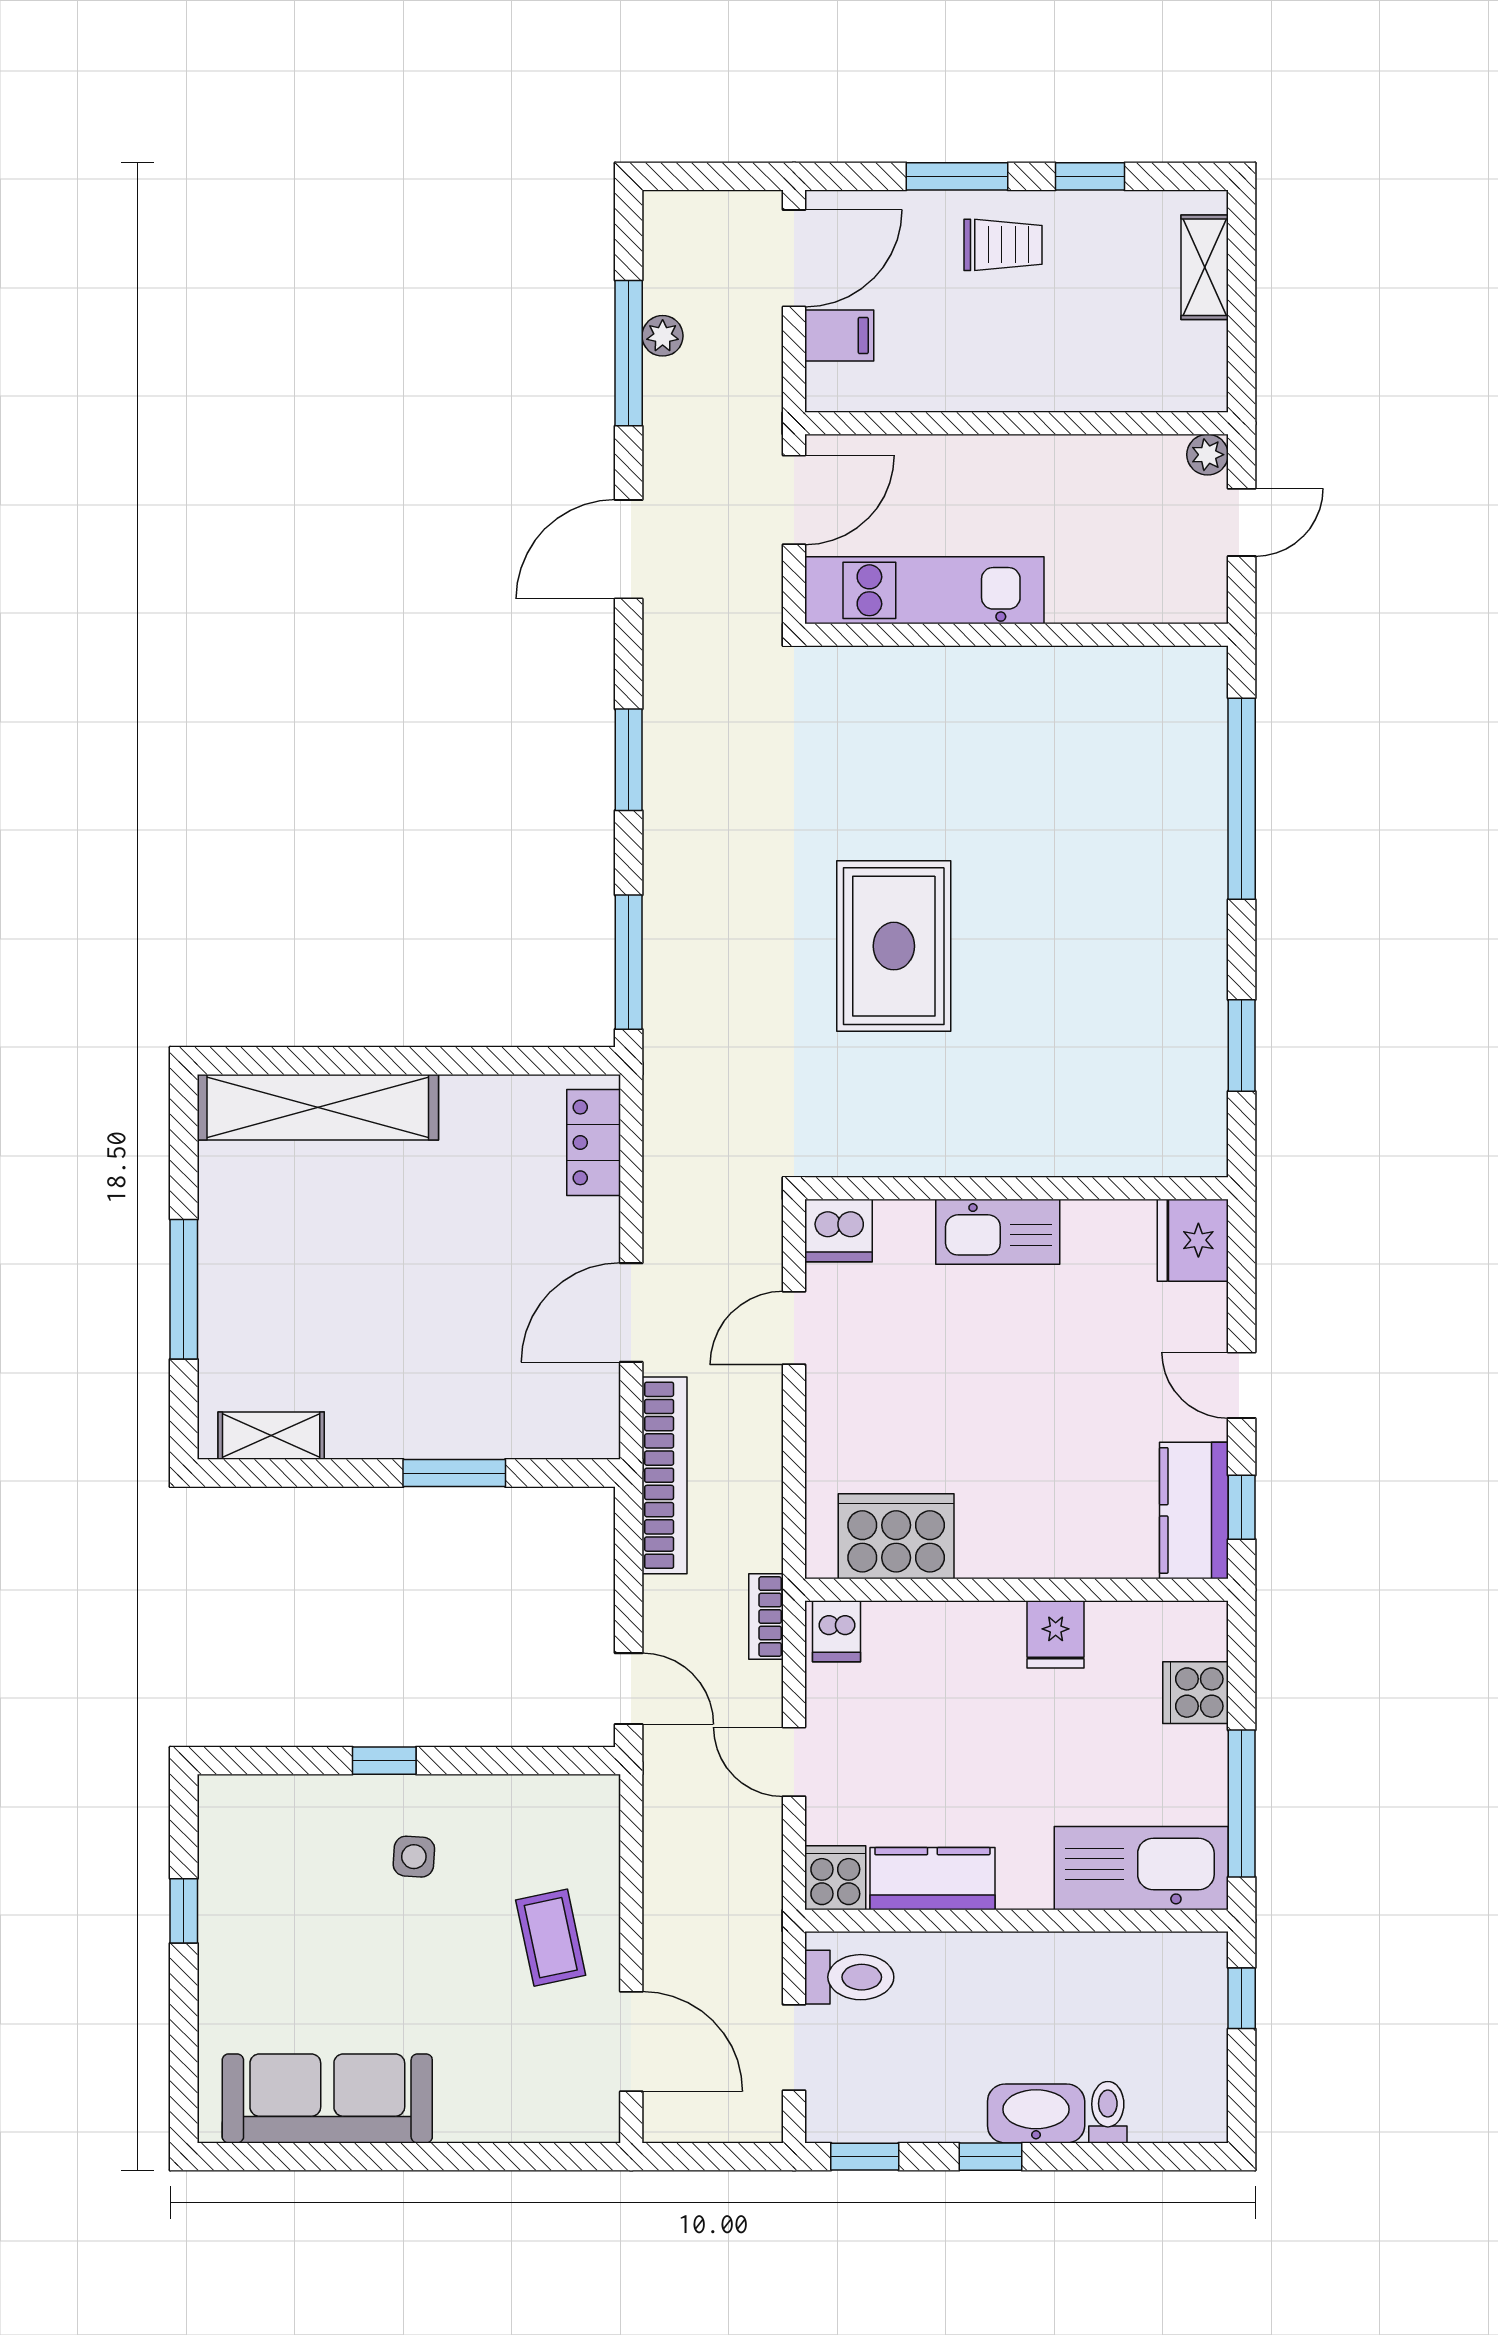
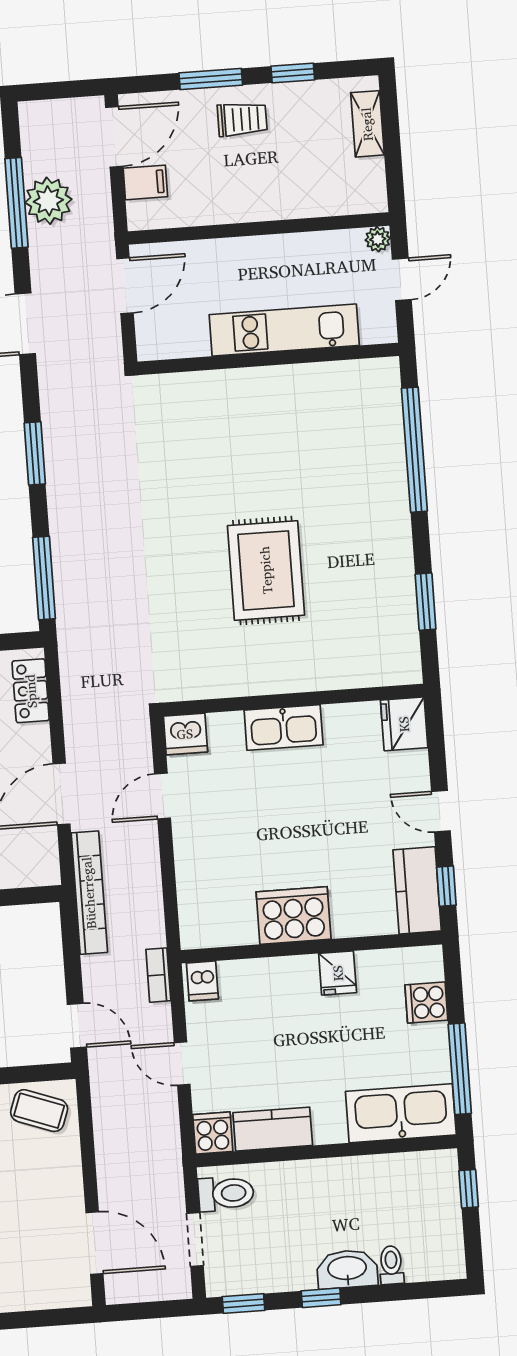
plant: (663, 336) -> (48, 201), width x1.88, depth x1.88
kitchen unit: (924, 590) -> (284, 330), moved
rug: (894, 946) -> (266, 570), moved
cooker: (896, 1536) -> (294, 915), moved
coffee table: (551, 1938) -> (39, 1111), moved, turned -58

